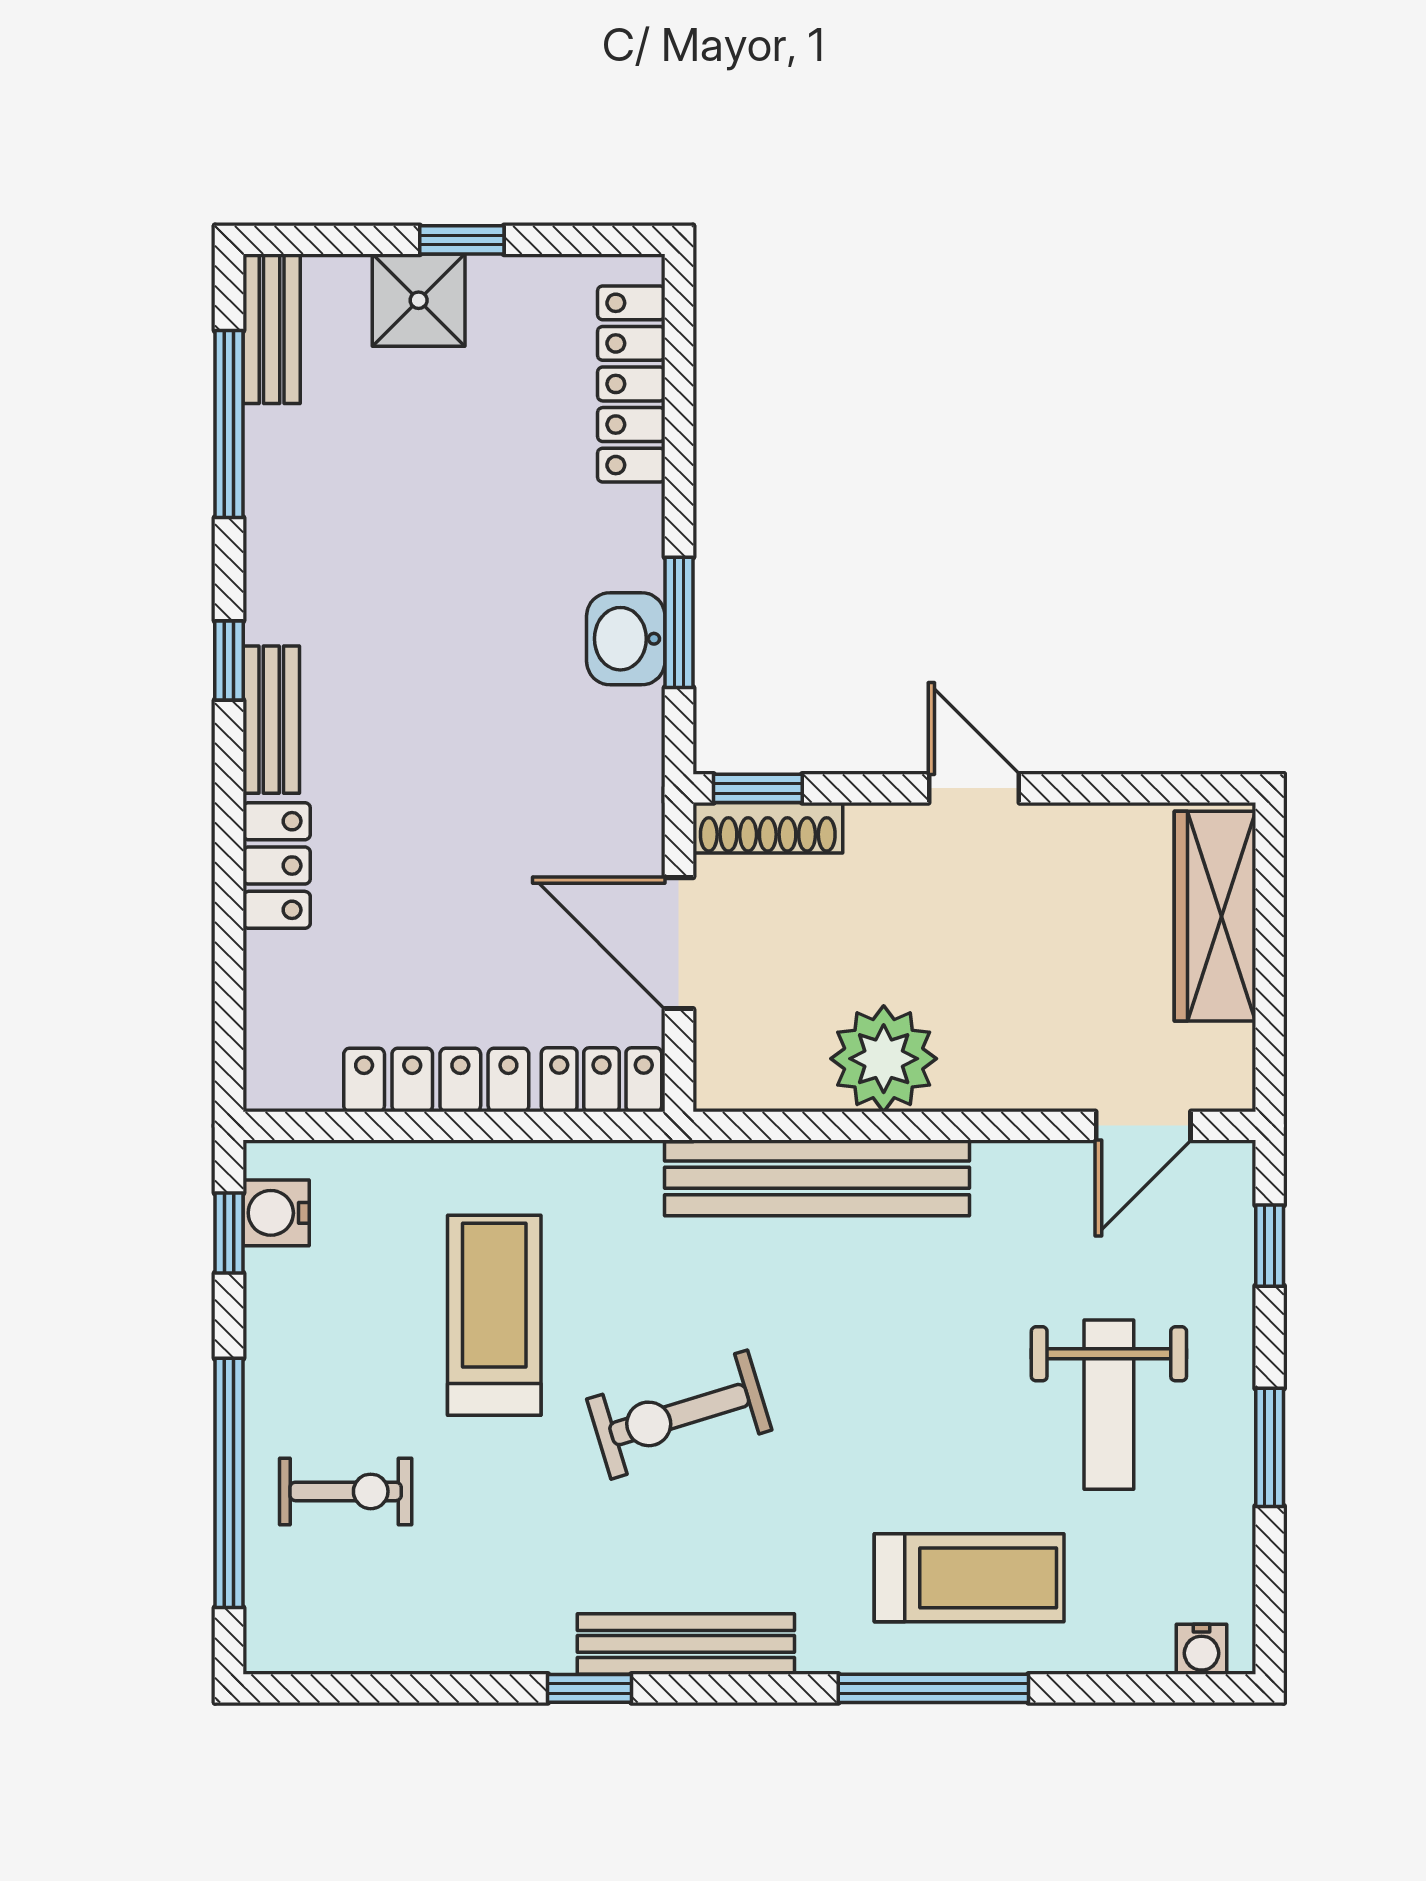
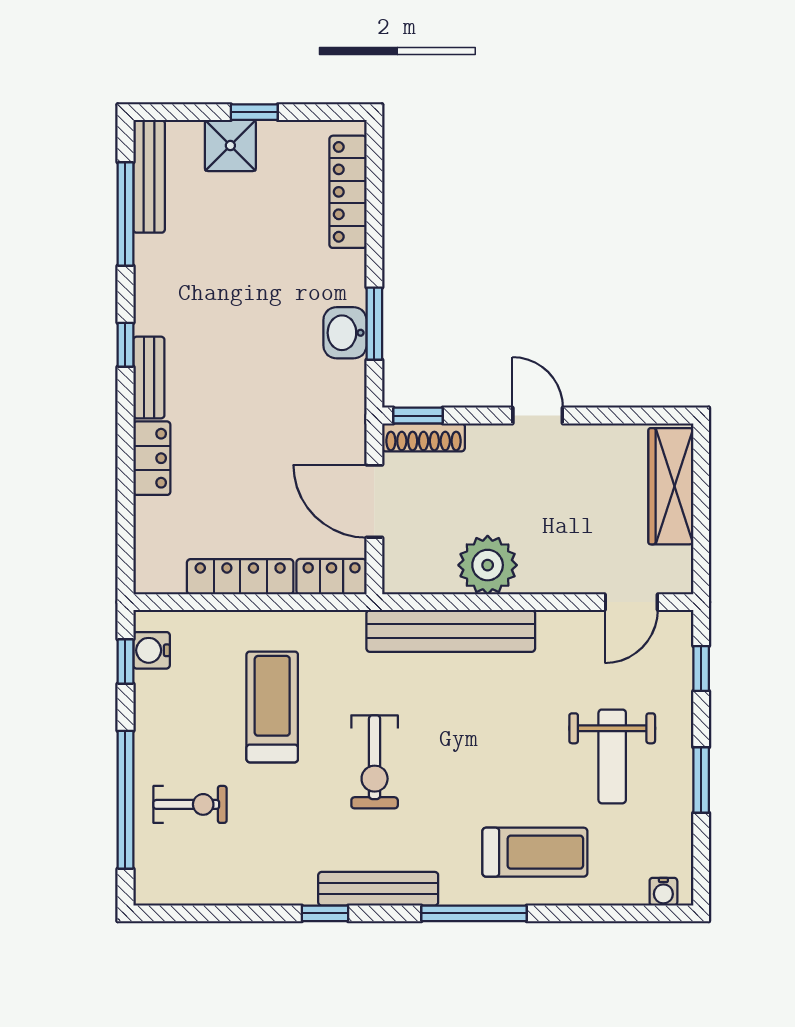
bench: (272, 329) -> (149, 176), width x1.36
exercise bike: (679, 1415) -> (375, 762), turned -73
window: (933, 1688) -> (474, 913), moved

